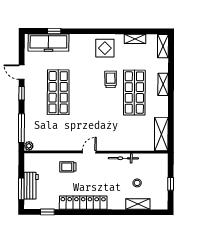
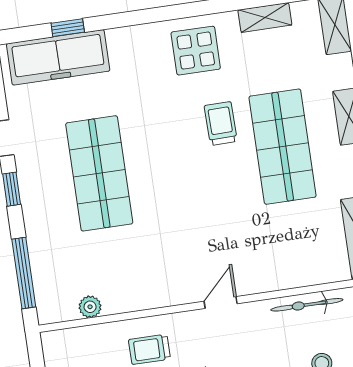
plant: (29, 146) -> (90, 307), moved
door: (89, 152) -> (221, 302), moved
bicycle: (123, 158) -> (307, 305), moved

